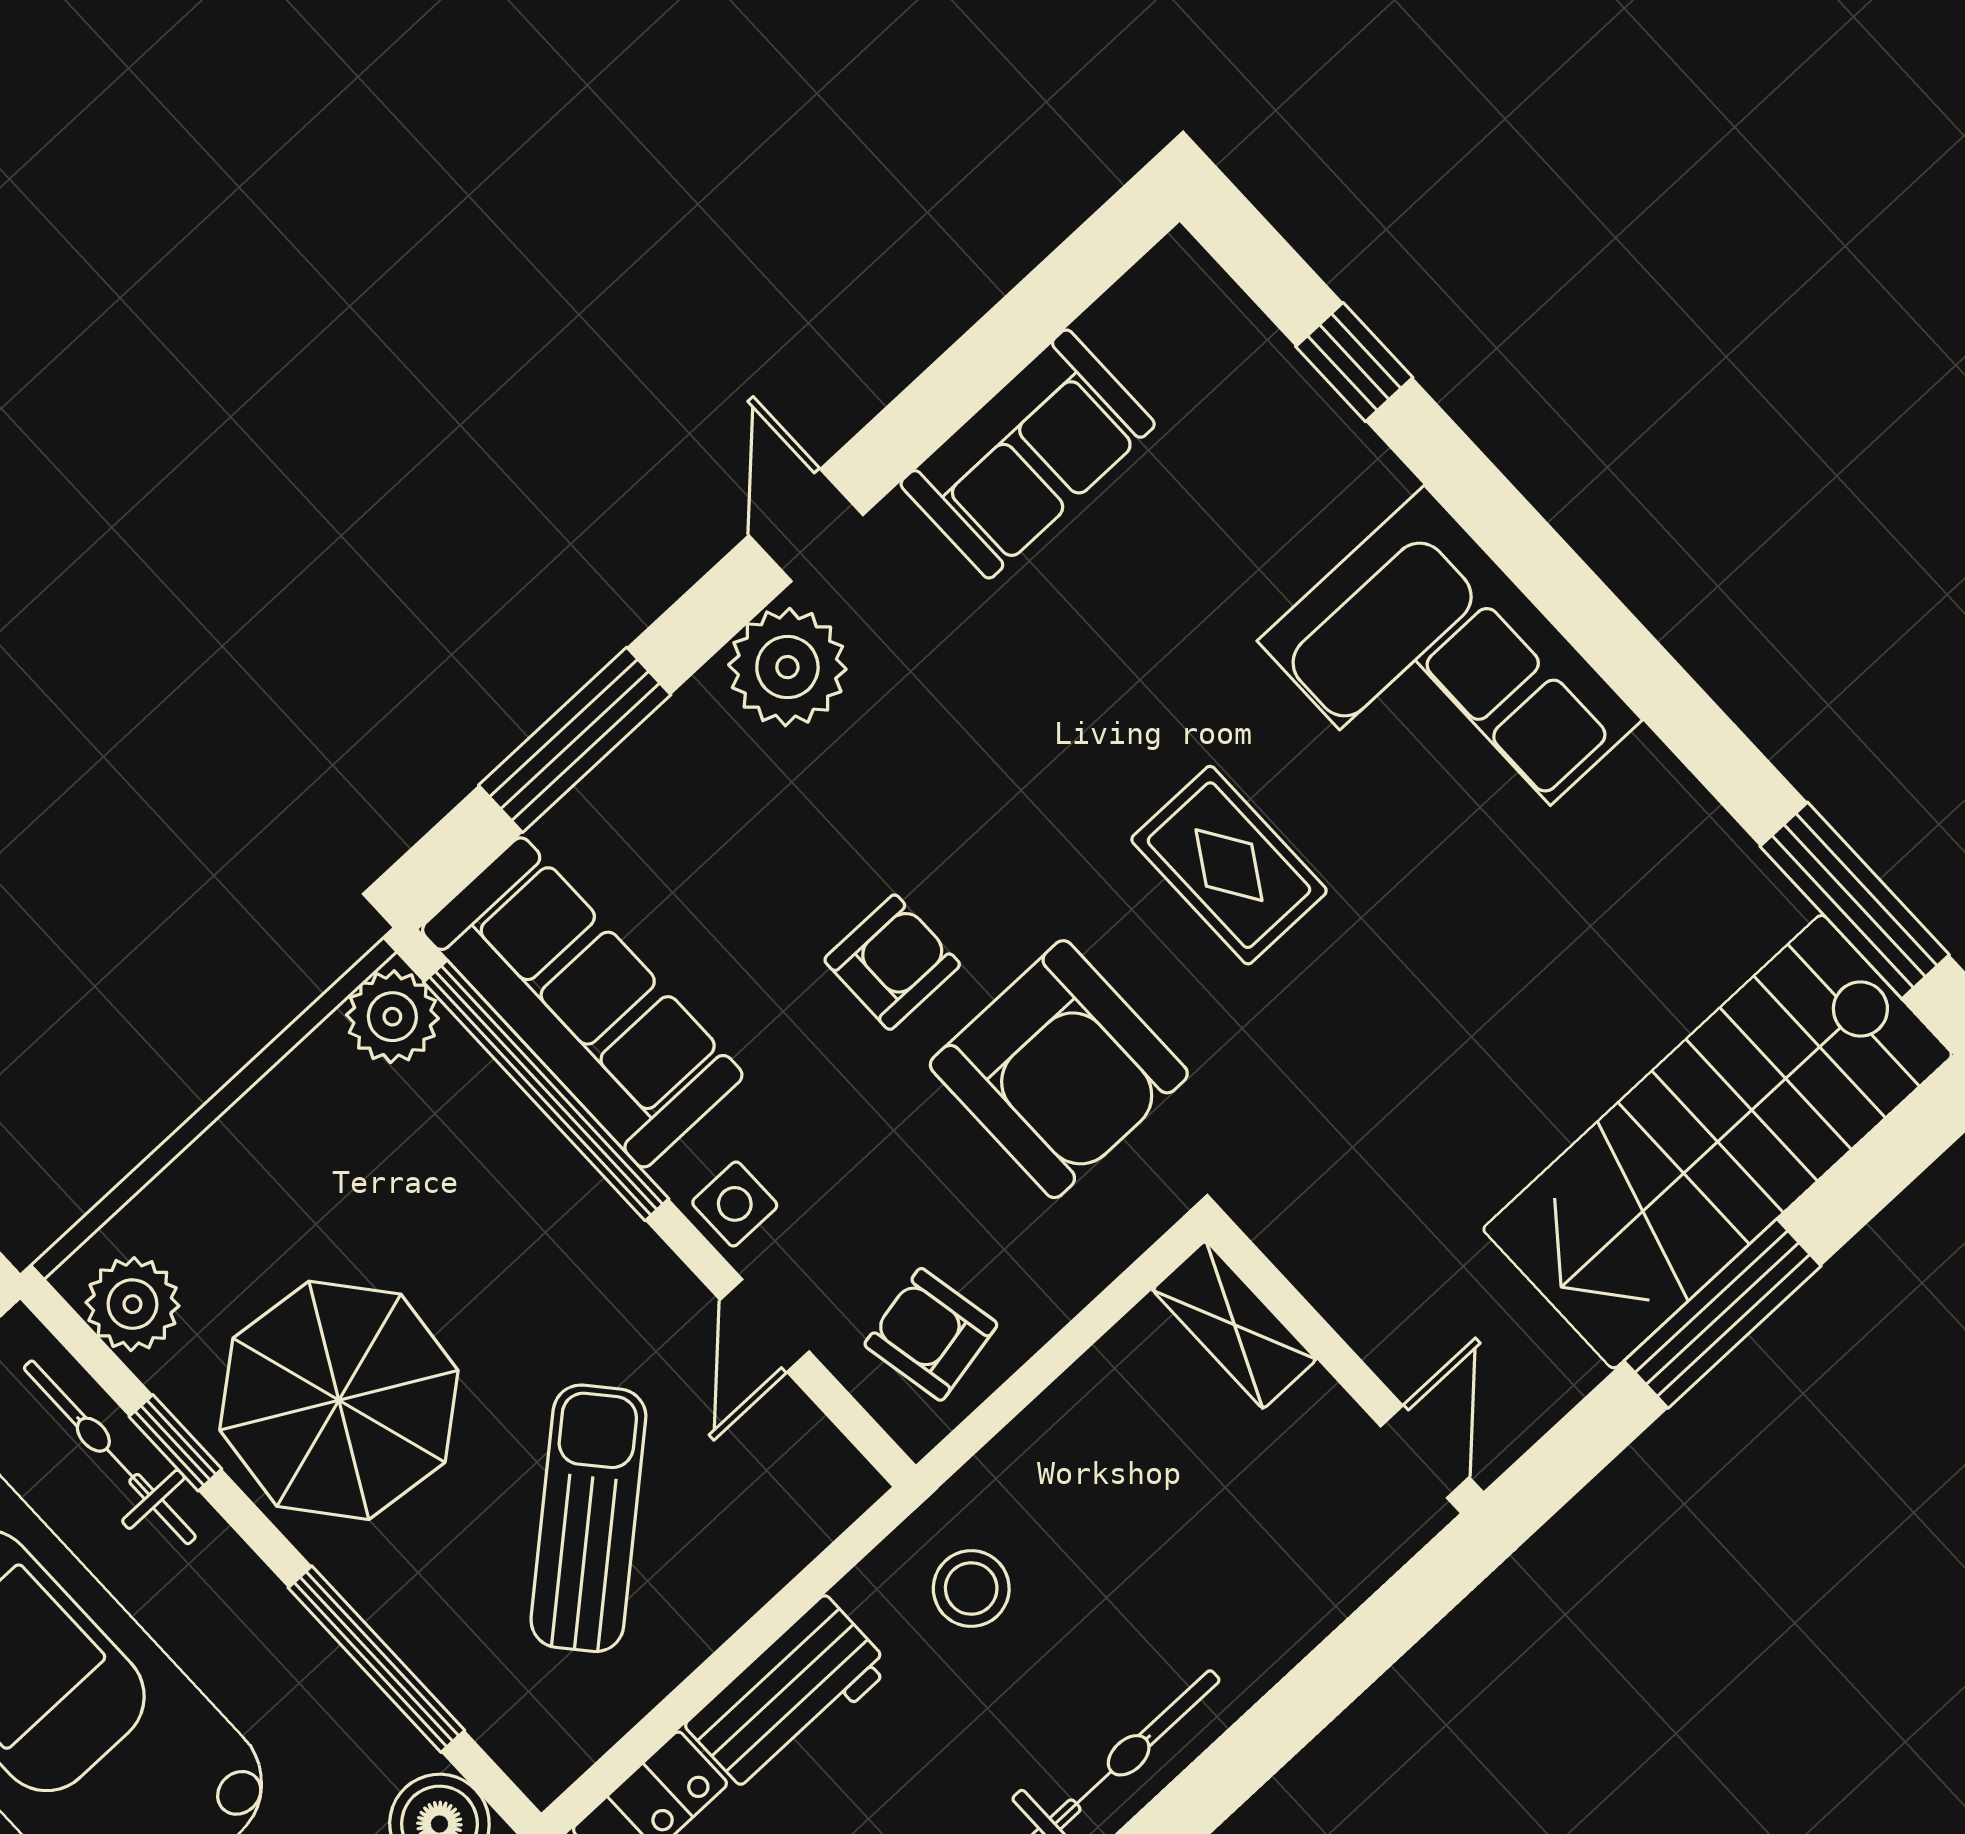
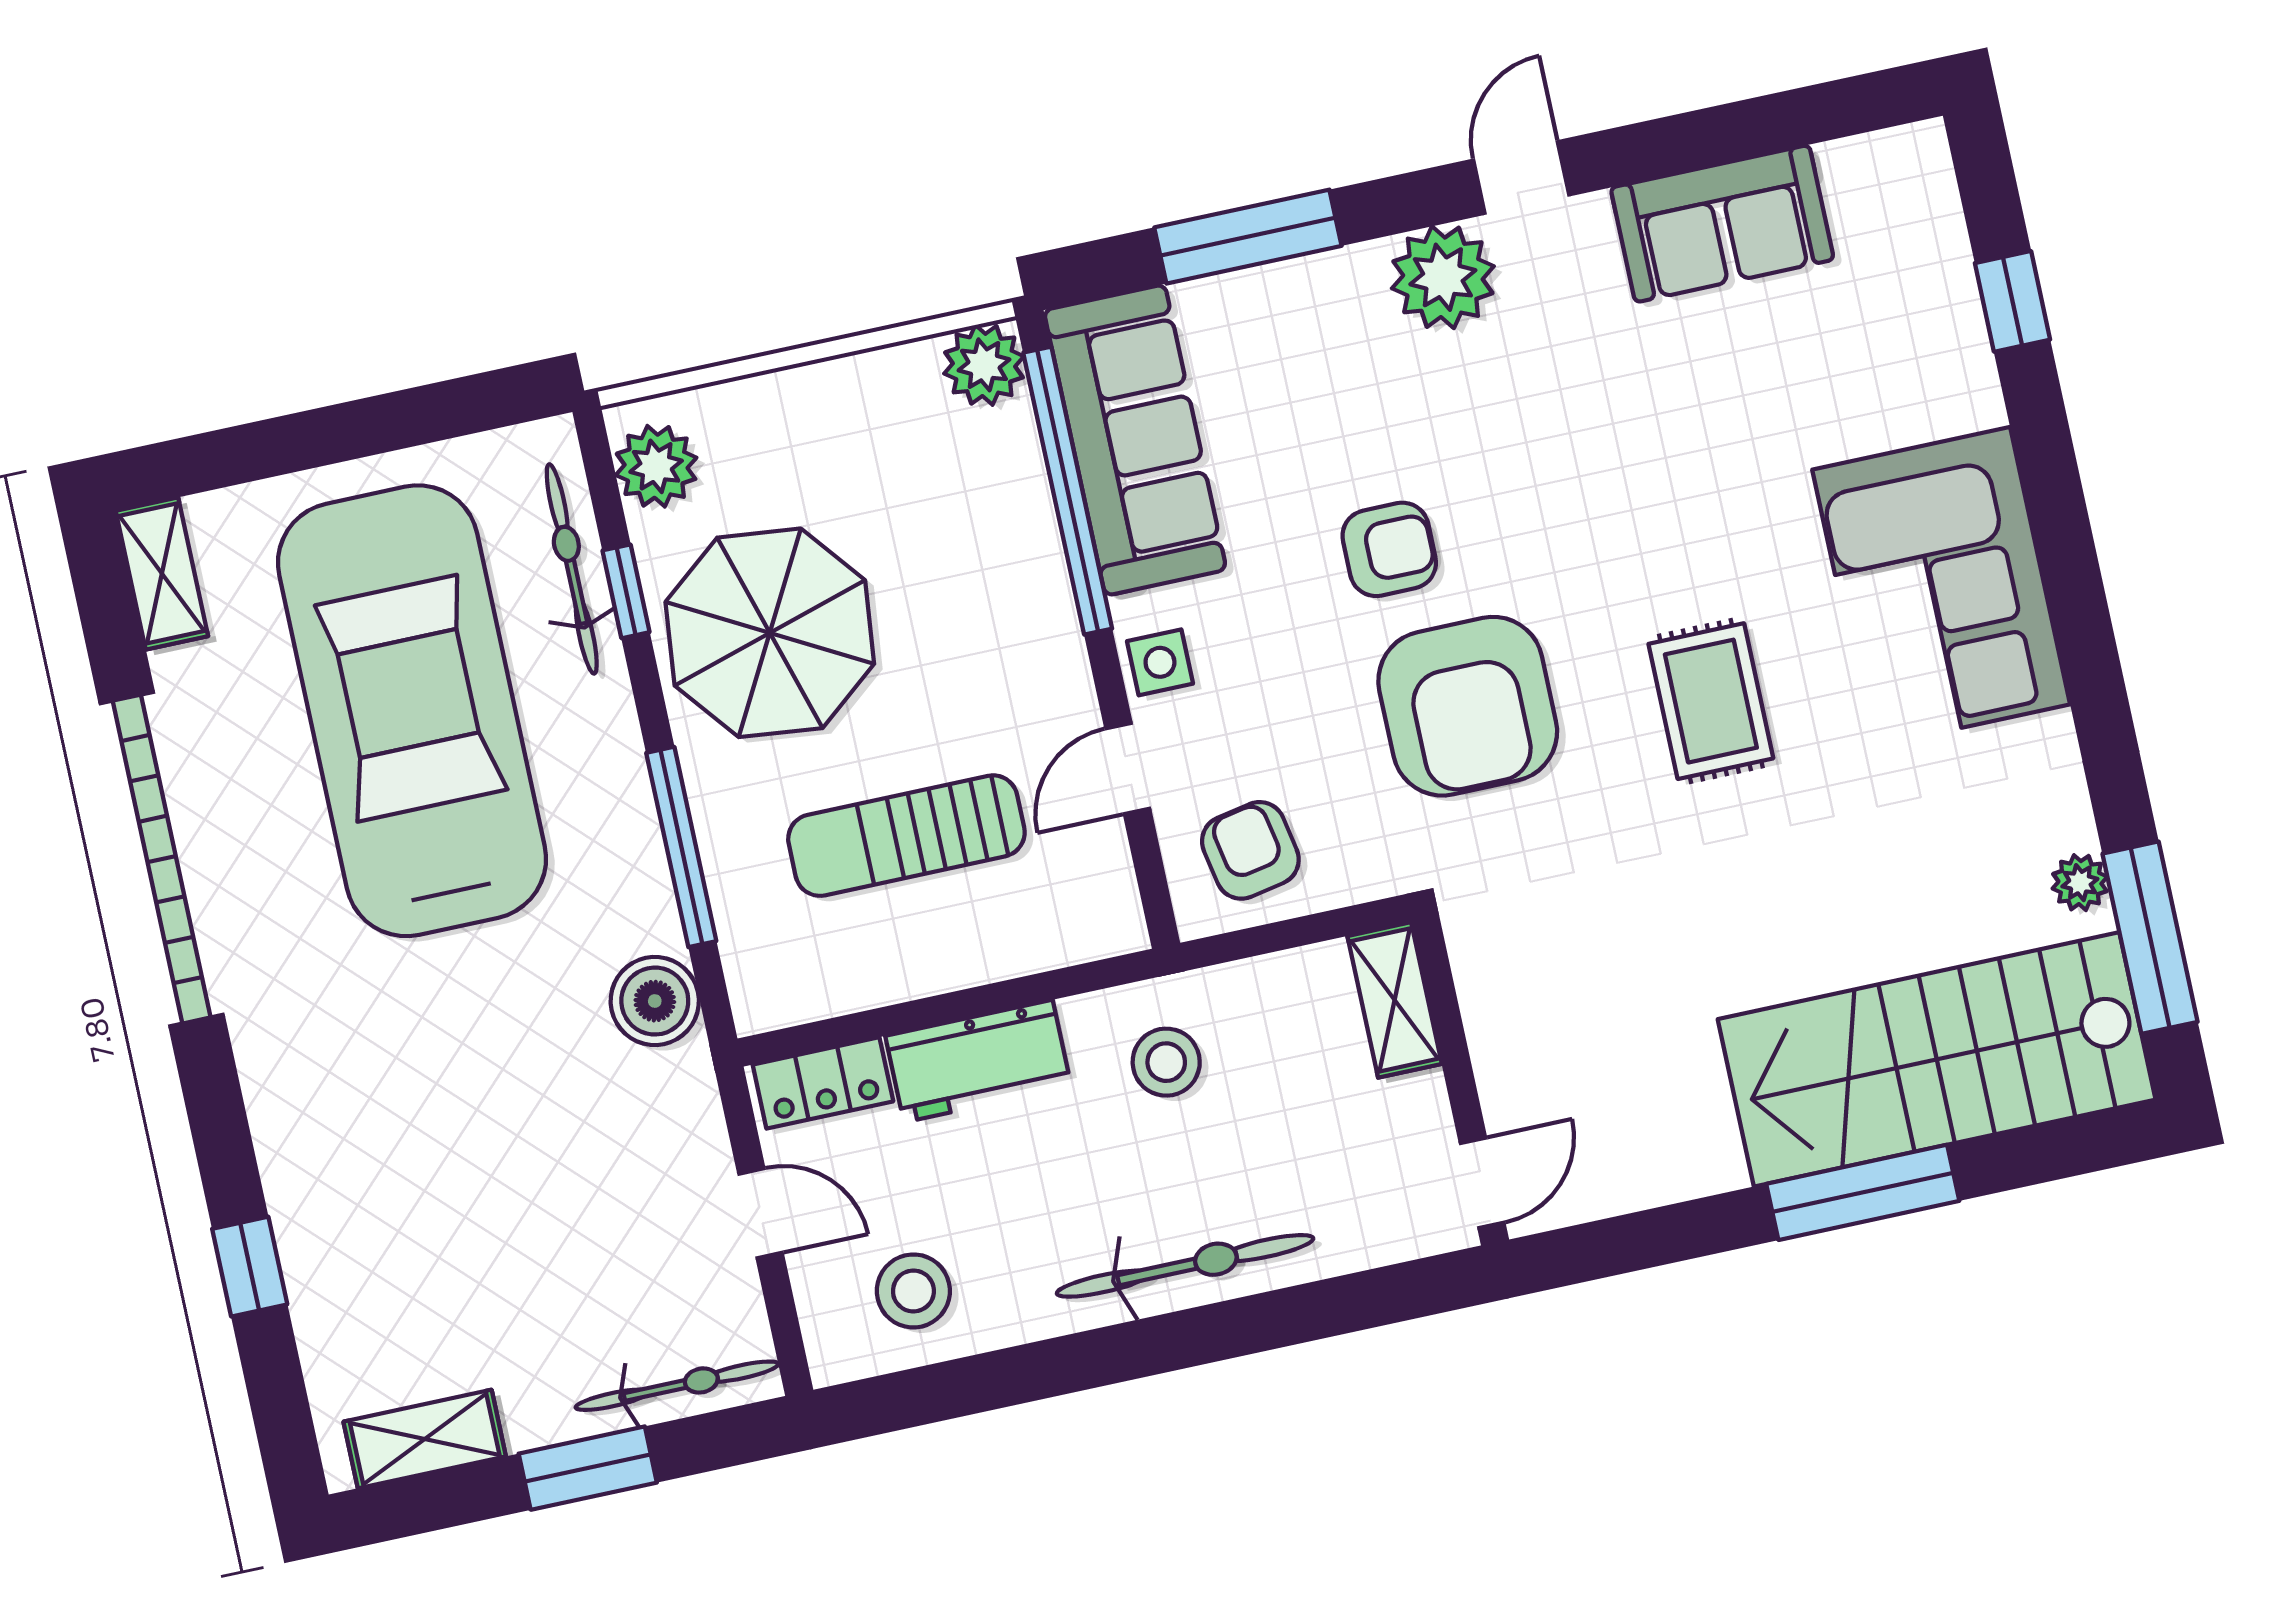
rug: (1229, 865) -> (1711, 701), moved
plant: (1755, 887) -> (2080, 883), added
shelving: (1234, 1325) -> (1395, 1000), moved
wall: (1345, 1365) -> (1460, 1081), moved
door: (1425, 1452) -> (1482, 1183), moved
sun lounger: (588, 1518) -> (906, 836), turned -139

